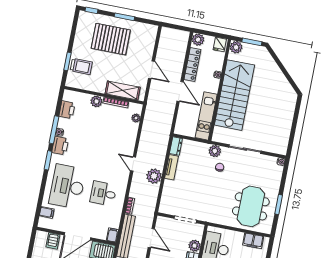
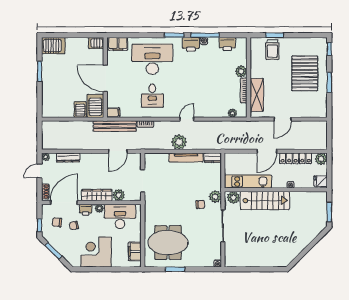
plant: (236, 47) -> (233, 198), moved
stairs: (234, 95) -> (265, 201), width x0.73, depth x0.66
tv unit: (172, 167) -> (186, 157), width x1.41
desk: (103, 193) -> (152, 96), turned 180
filing cabinet: (47, 212) -> (118, 44), width x2.00
server rack: (53, 241) -> (96, 43), moved

